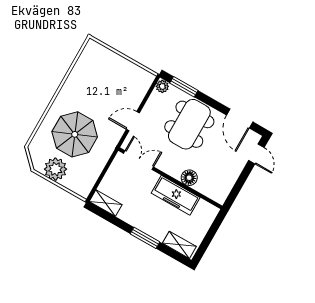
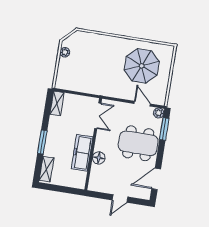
door: (133, 121) -> (142, 104), moved
parasol: (75, 134) -> (142, 66), moved
door: (256, 154) -> (120, 198), moved
plant: (55, 169) -> (65, 52), width x0.53, depth x0.53

